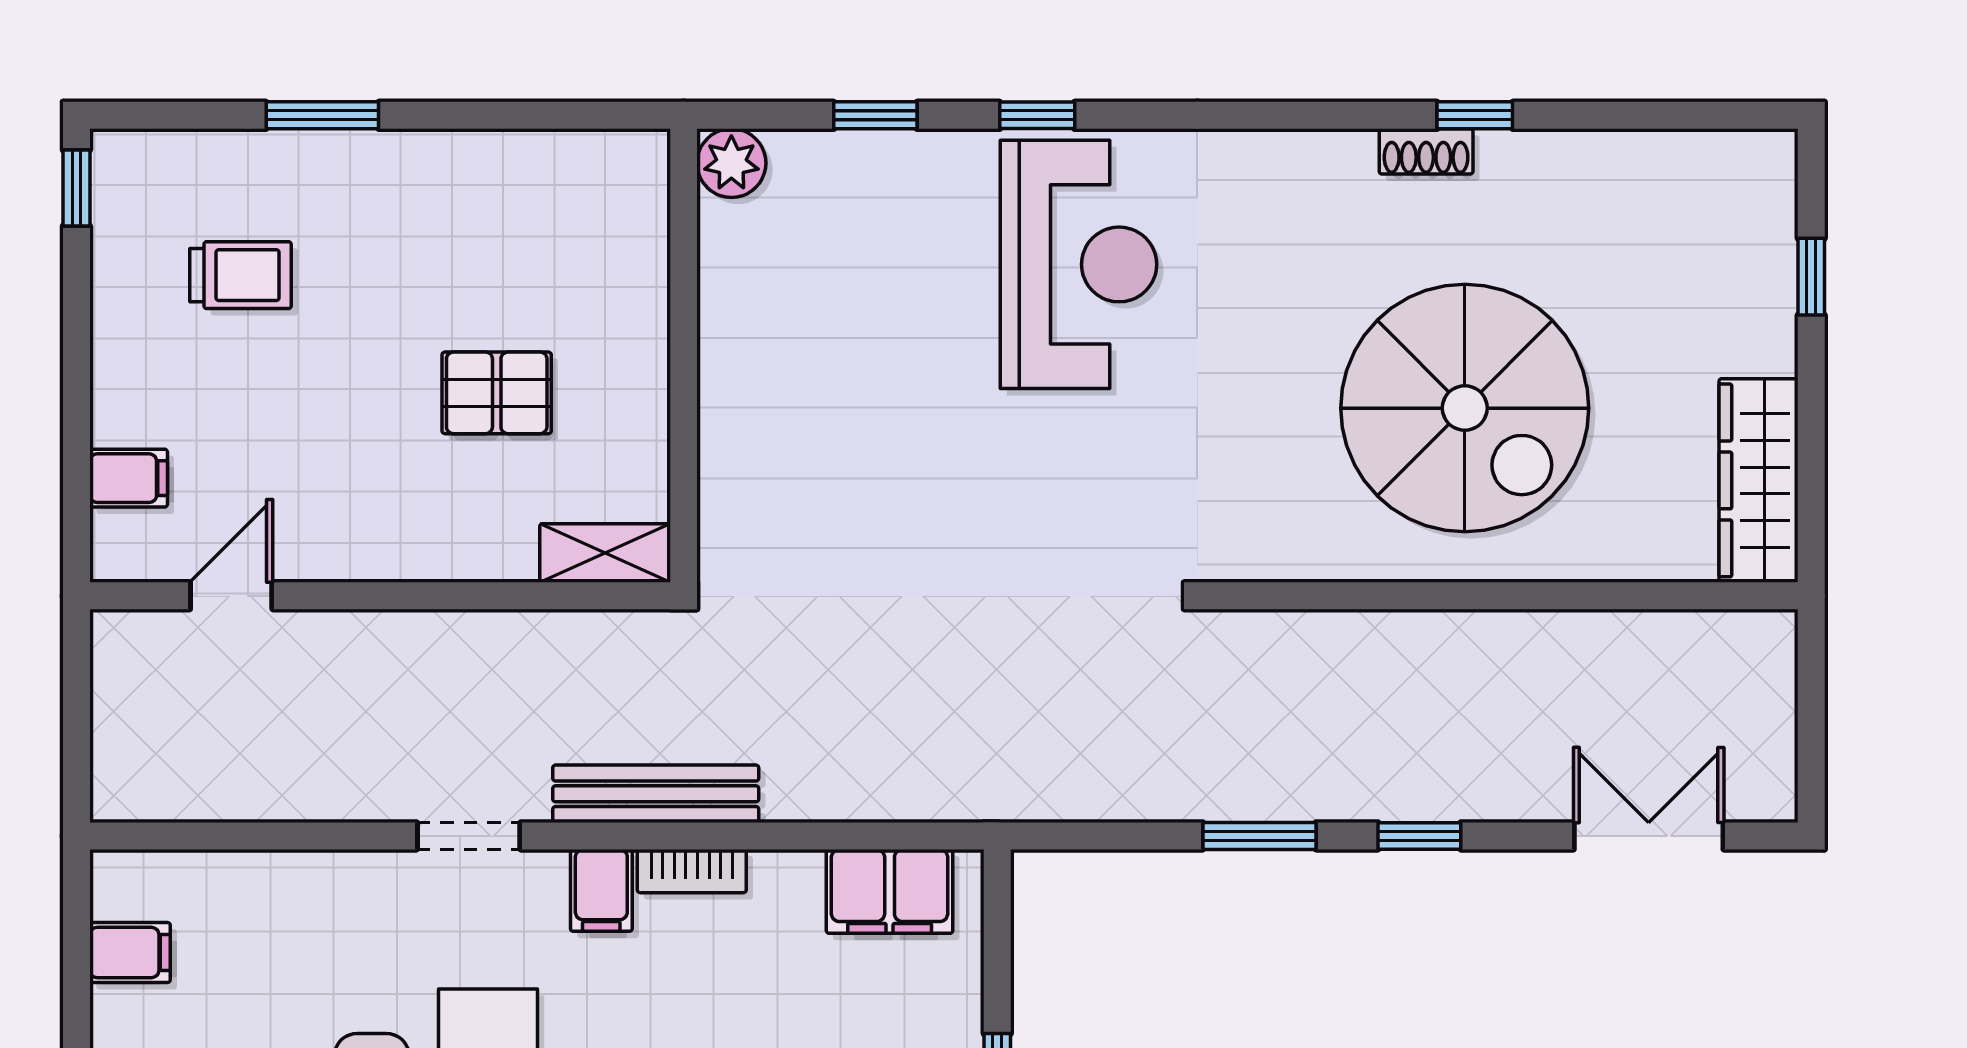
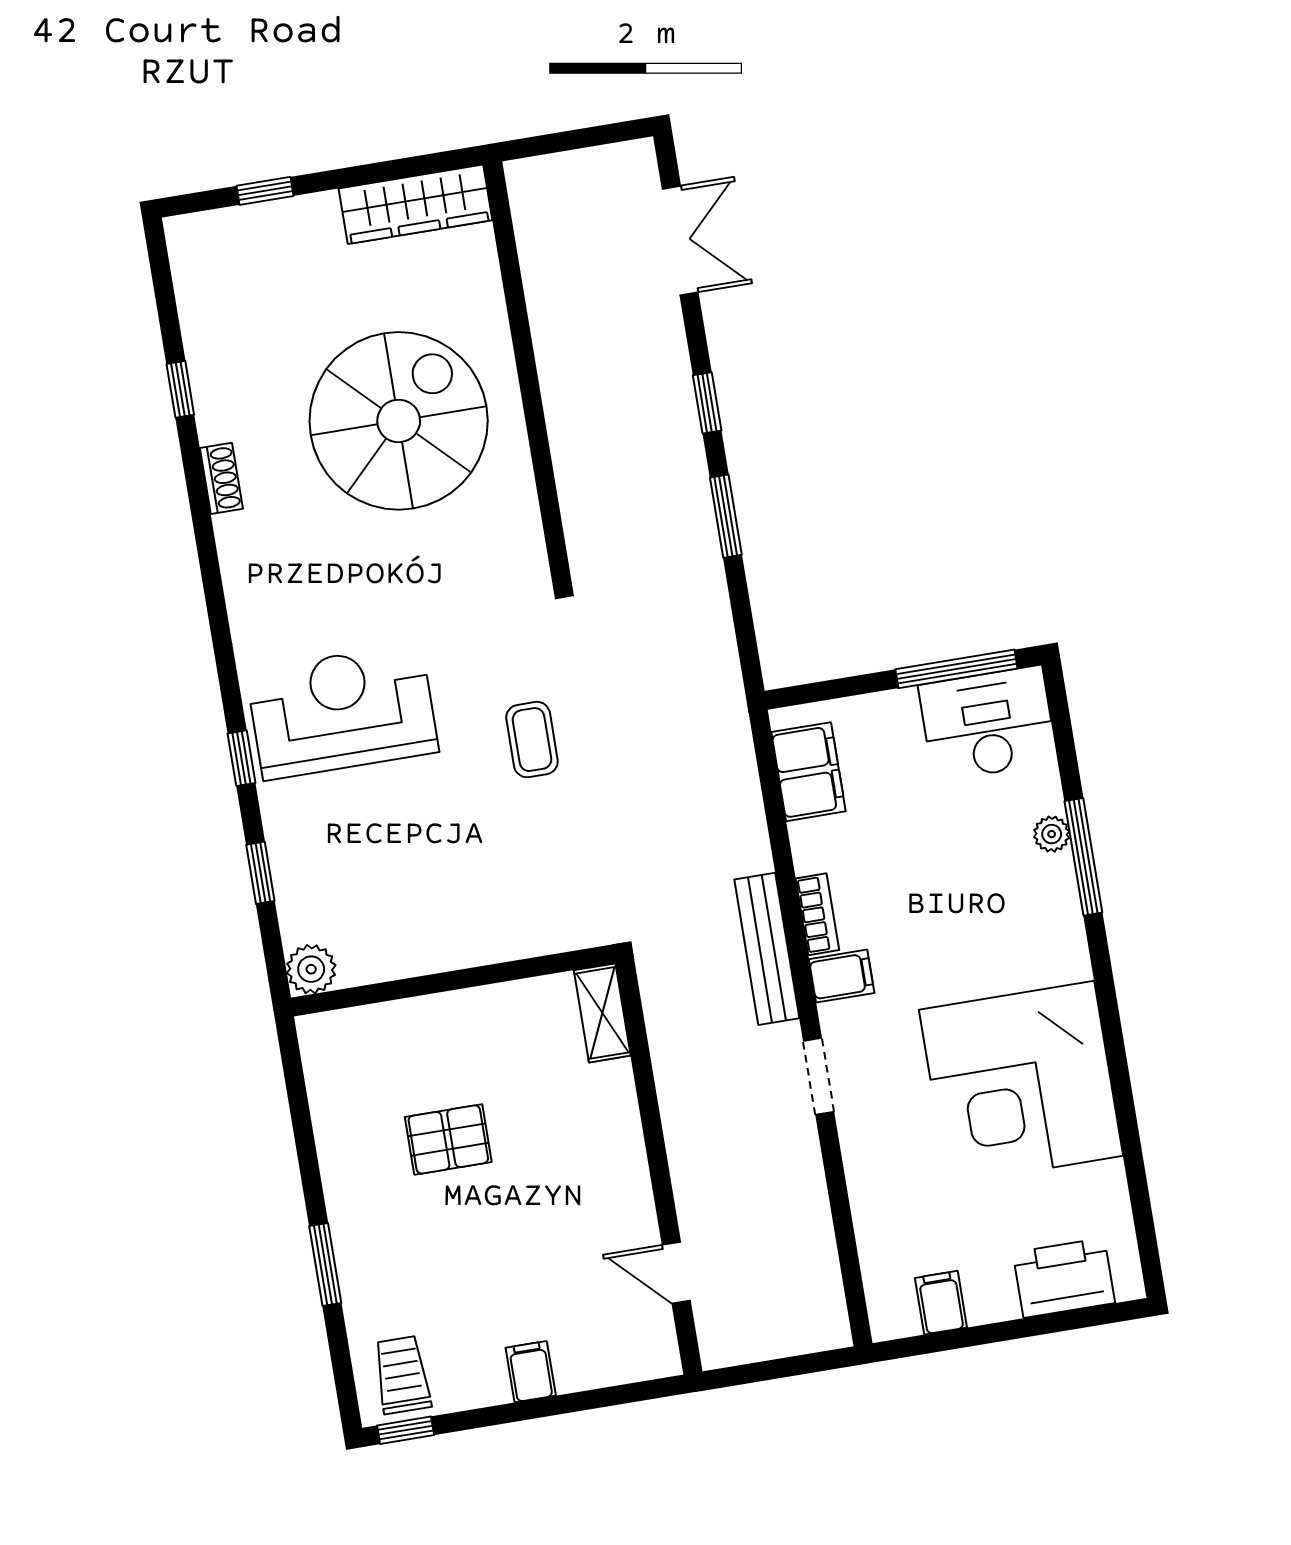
window: (1475, 115) -> (180, 389), moved
trolley: (240, 275) -> (402, 1375), moved
pallet: (497, 393) -> (448, 1139), moved, turned 90
filing cabinet: (129, 478) -> (531, 1372), moved
coffee table: (997, 519) -> (532, 740), added
double door: (1649, 836) -> (680, 241), swing flipped

